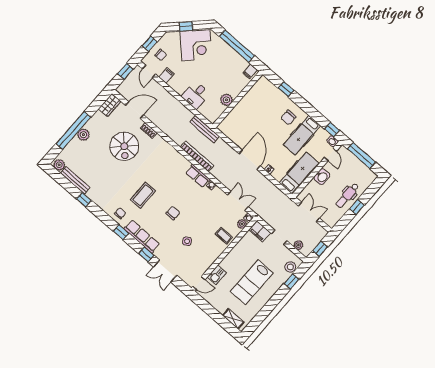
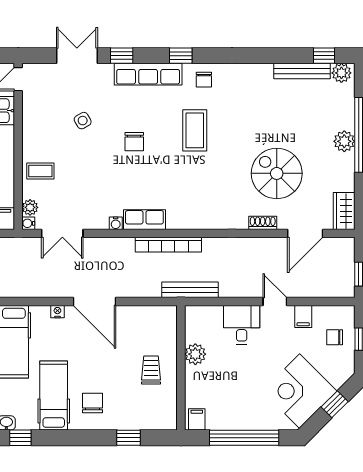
door: (149, 71) -> (275, 302), moved
trolley: (251, 110) -> (151, 370), added
window: (84, 200) -> (324, 56), moved

